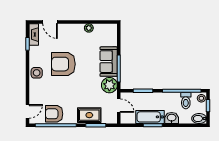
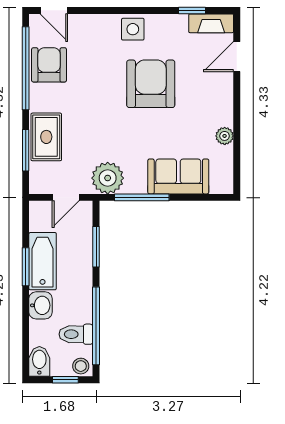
sofa: (109, 62) -> (178, 176), moved

